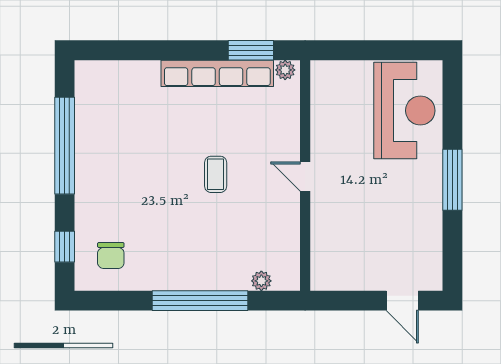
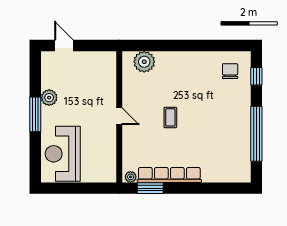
plant: (428, 209) -> (49, 98), added
plant: (261, 281) -> (144, 62), width x1.87, depth x1.87
window: (200, 301) -> (179, 45), removed

